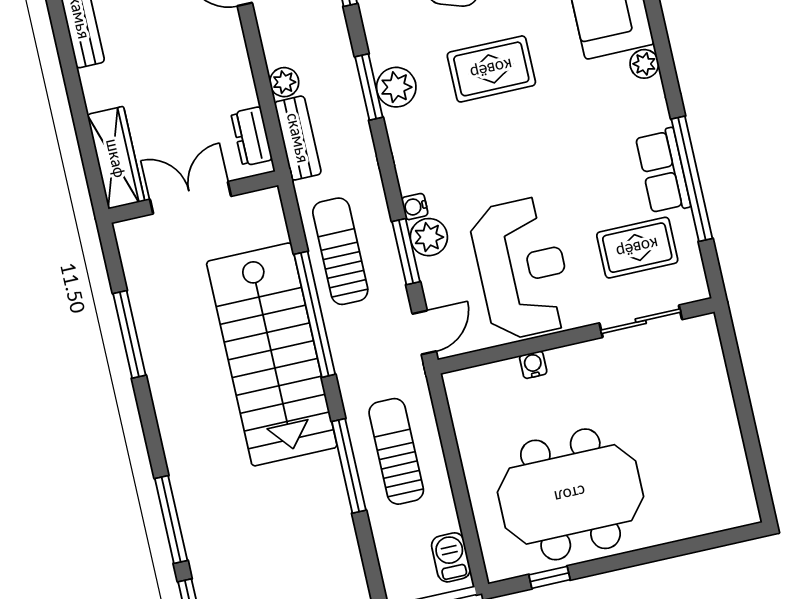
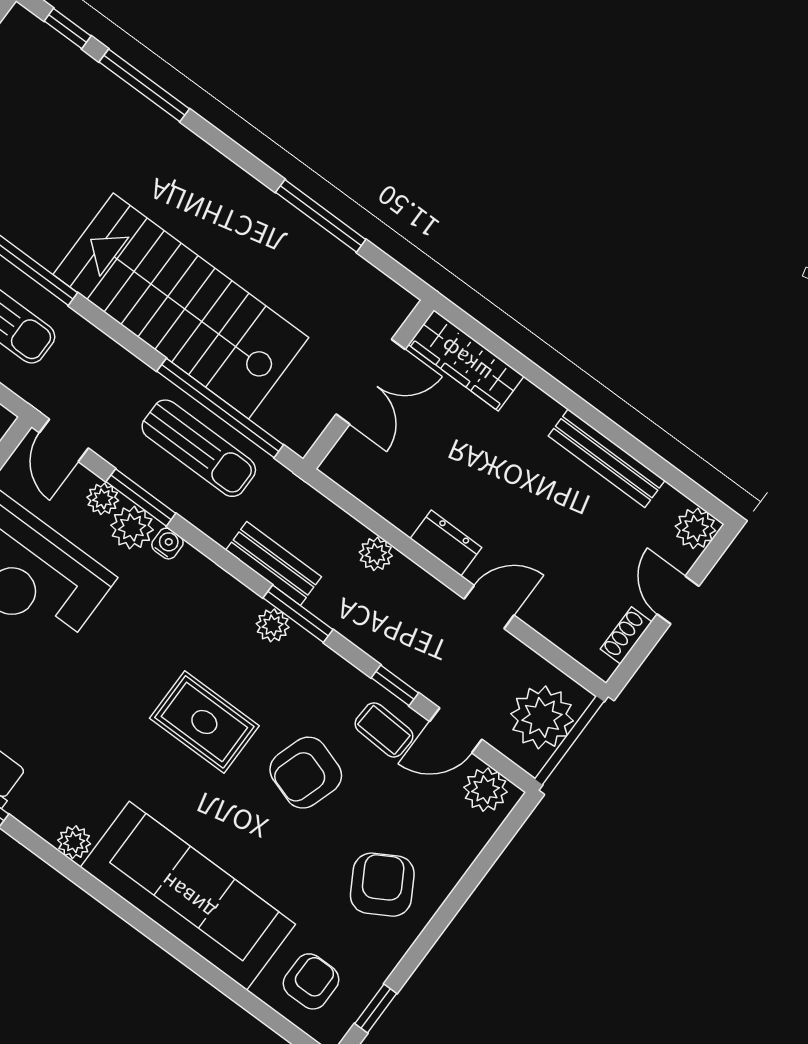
rug: (491, 69) -> (204, 722), turned 90
plant: (396, 87) -> (273, 625), width x0.73, depth x0.73
dresser: (252, 136) -> (446, 543), moved
bench: (298, 138) -> (273, 563), moved
plant: (432, 272) -> (103, 499), added
window: (315, 314) -> (220, 408), moved

